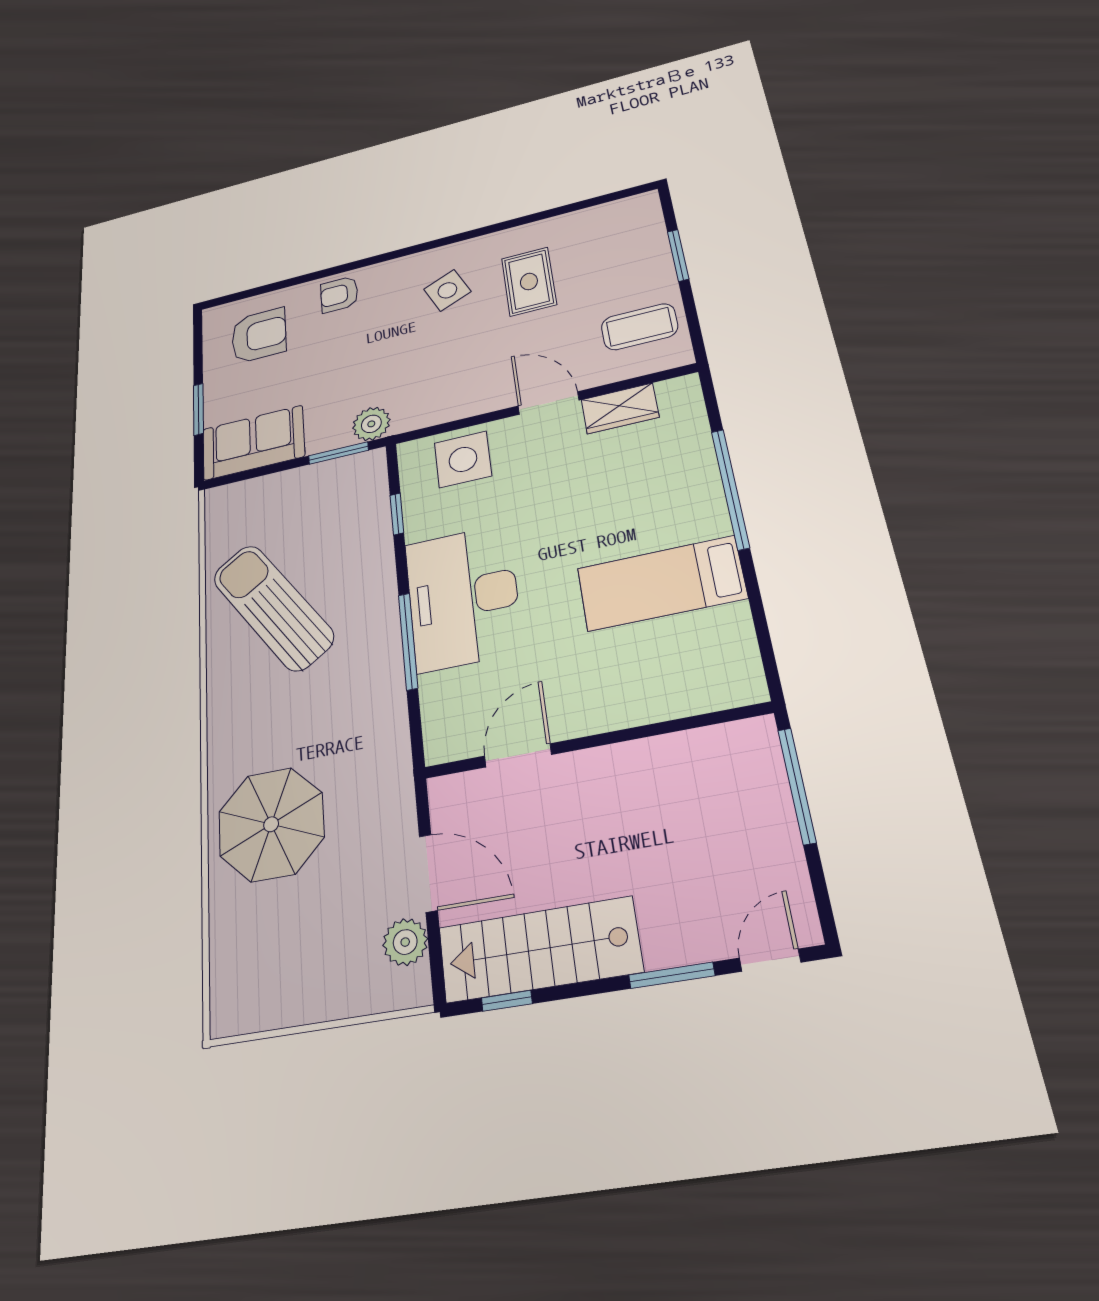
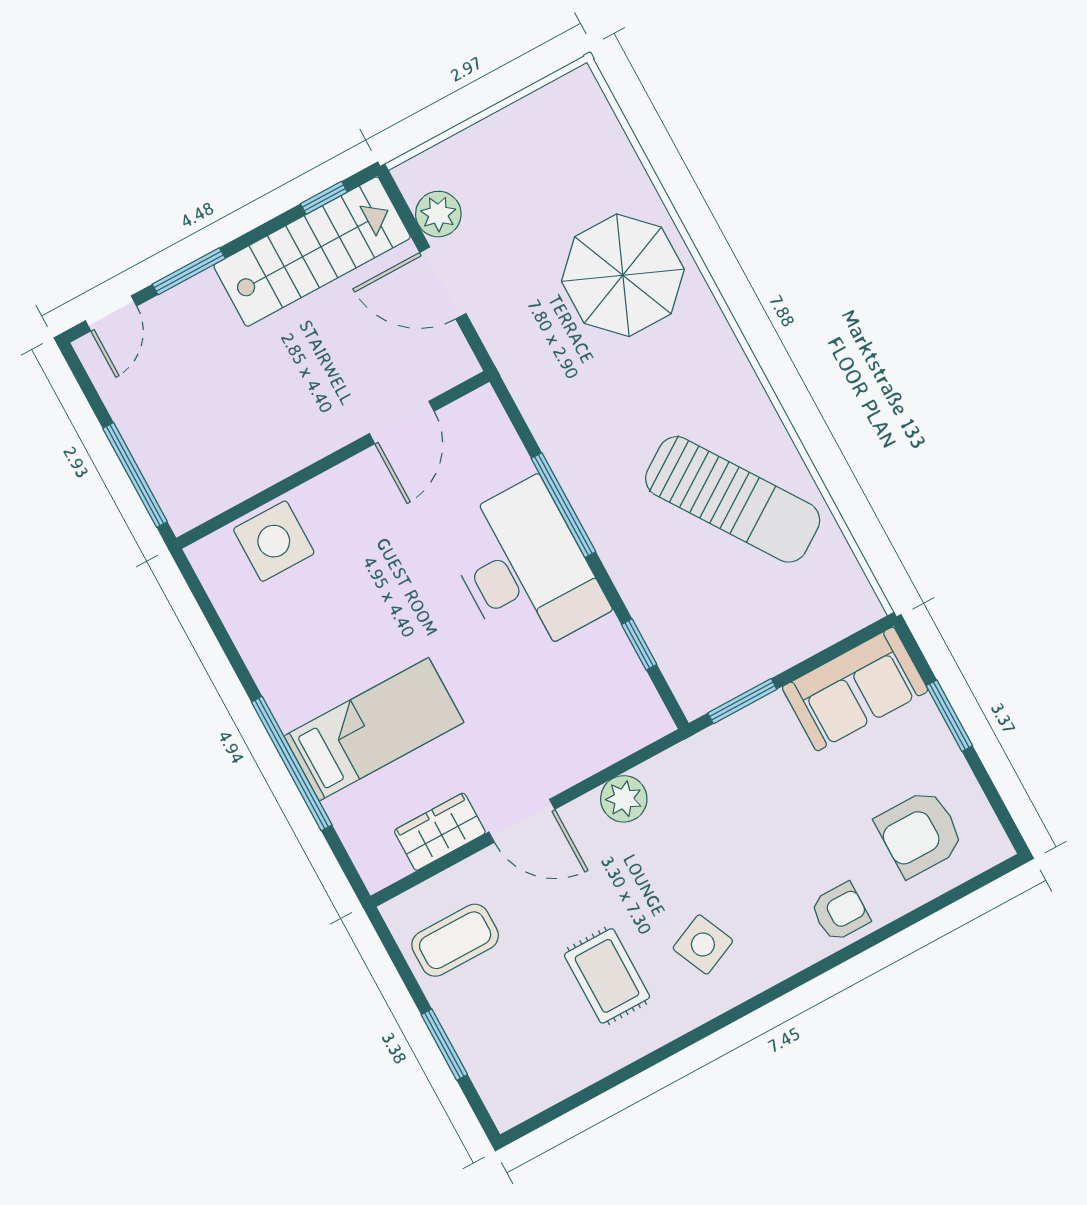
plant: (371, 424) -> (624, 799), moved
side table: (463, 459) -> (274, 541), moved
bed: (661, 583) -> (374, 729), moved

